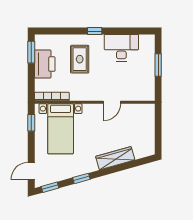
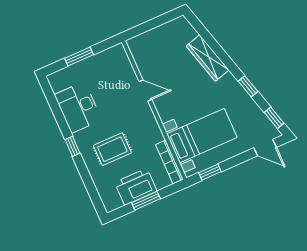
window: (31, 52) -> (146, 201), moved

